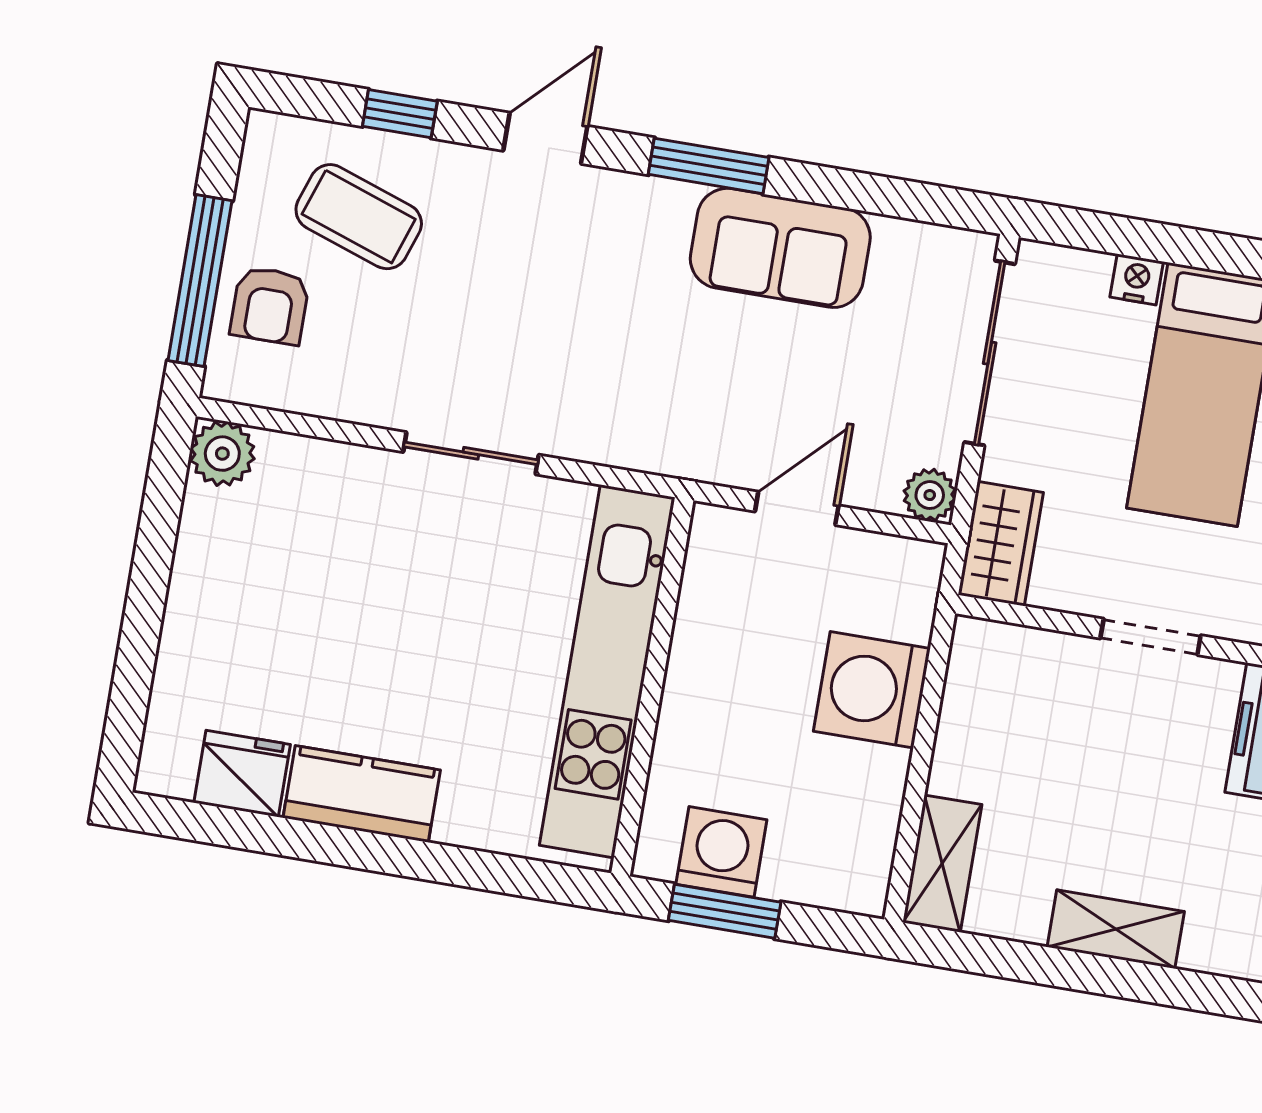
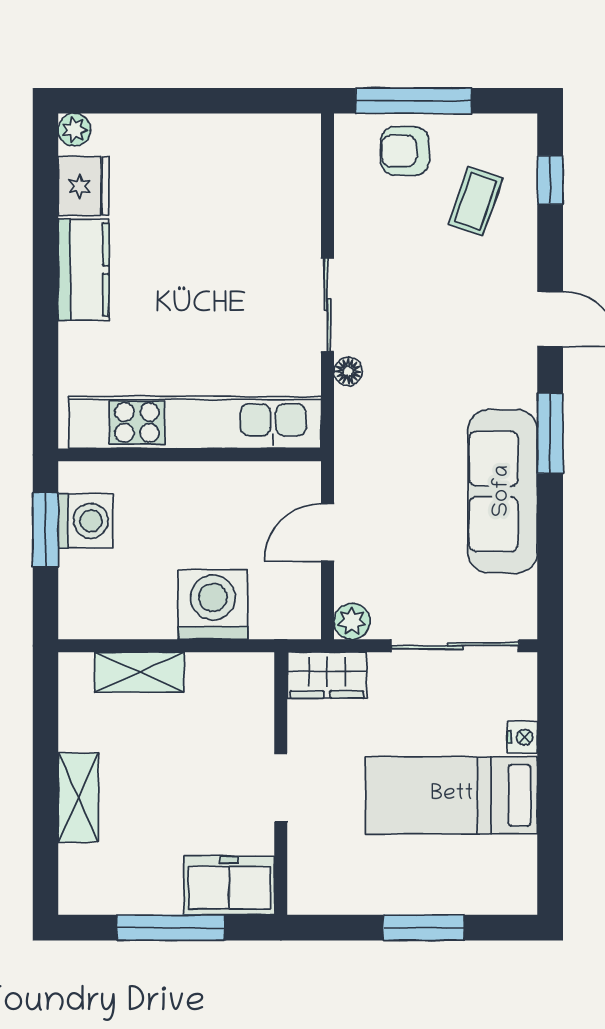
window: (400, 114) -> (550, 180), moved
coffee table: (359, 217) -> (475, 201), width x0.73, depth x0.77
sofa: (780, 248) -> (503, 491), width x1.36
floor lamp: (571, 440) -> (348, 371), added
plant: (222, 454) -> (74, 130), moved, width x0.73, depth x0.73
door: (797, 508) -> (328, 533), swing flipped
shelving: (942, 864) -> (139, 672), moved

